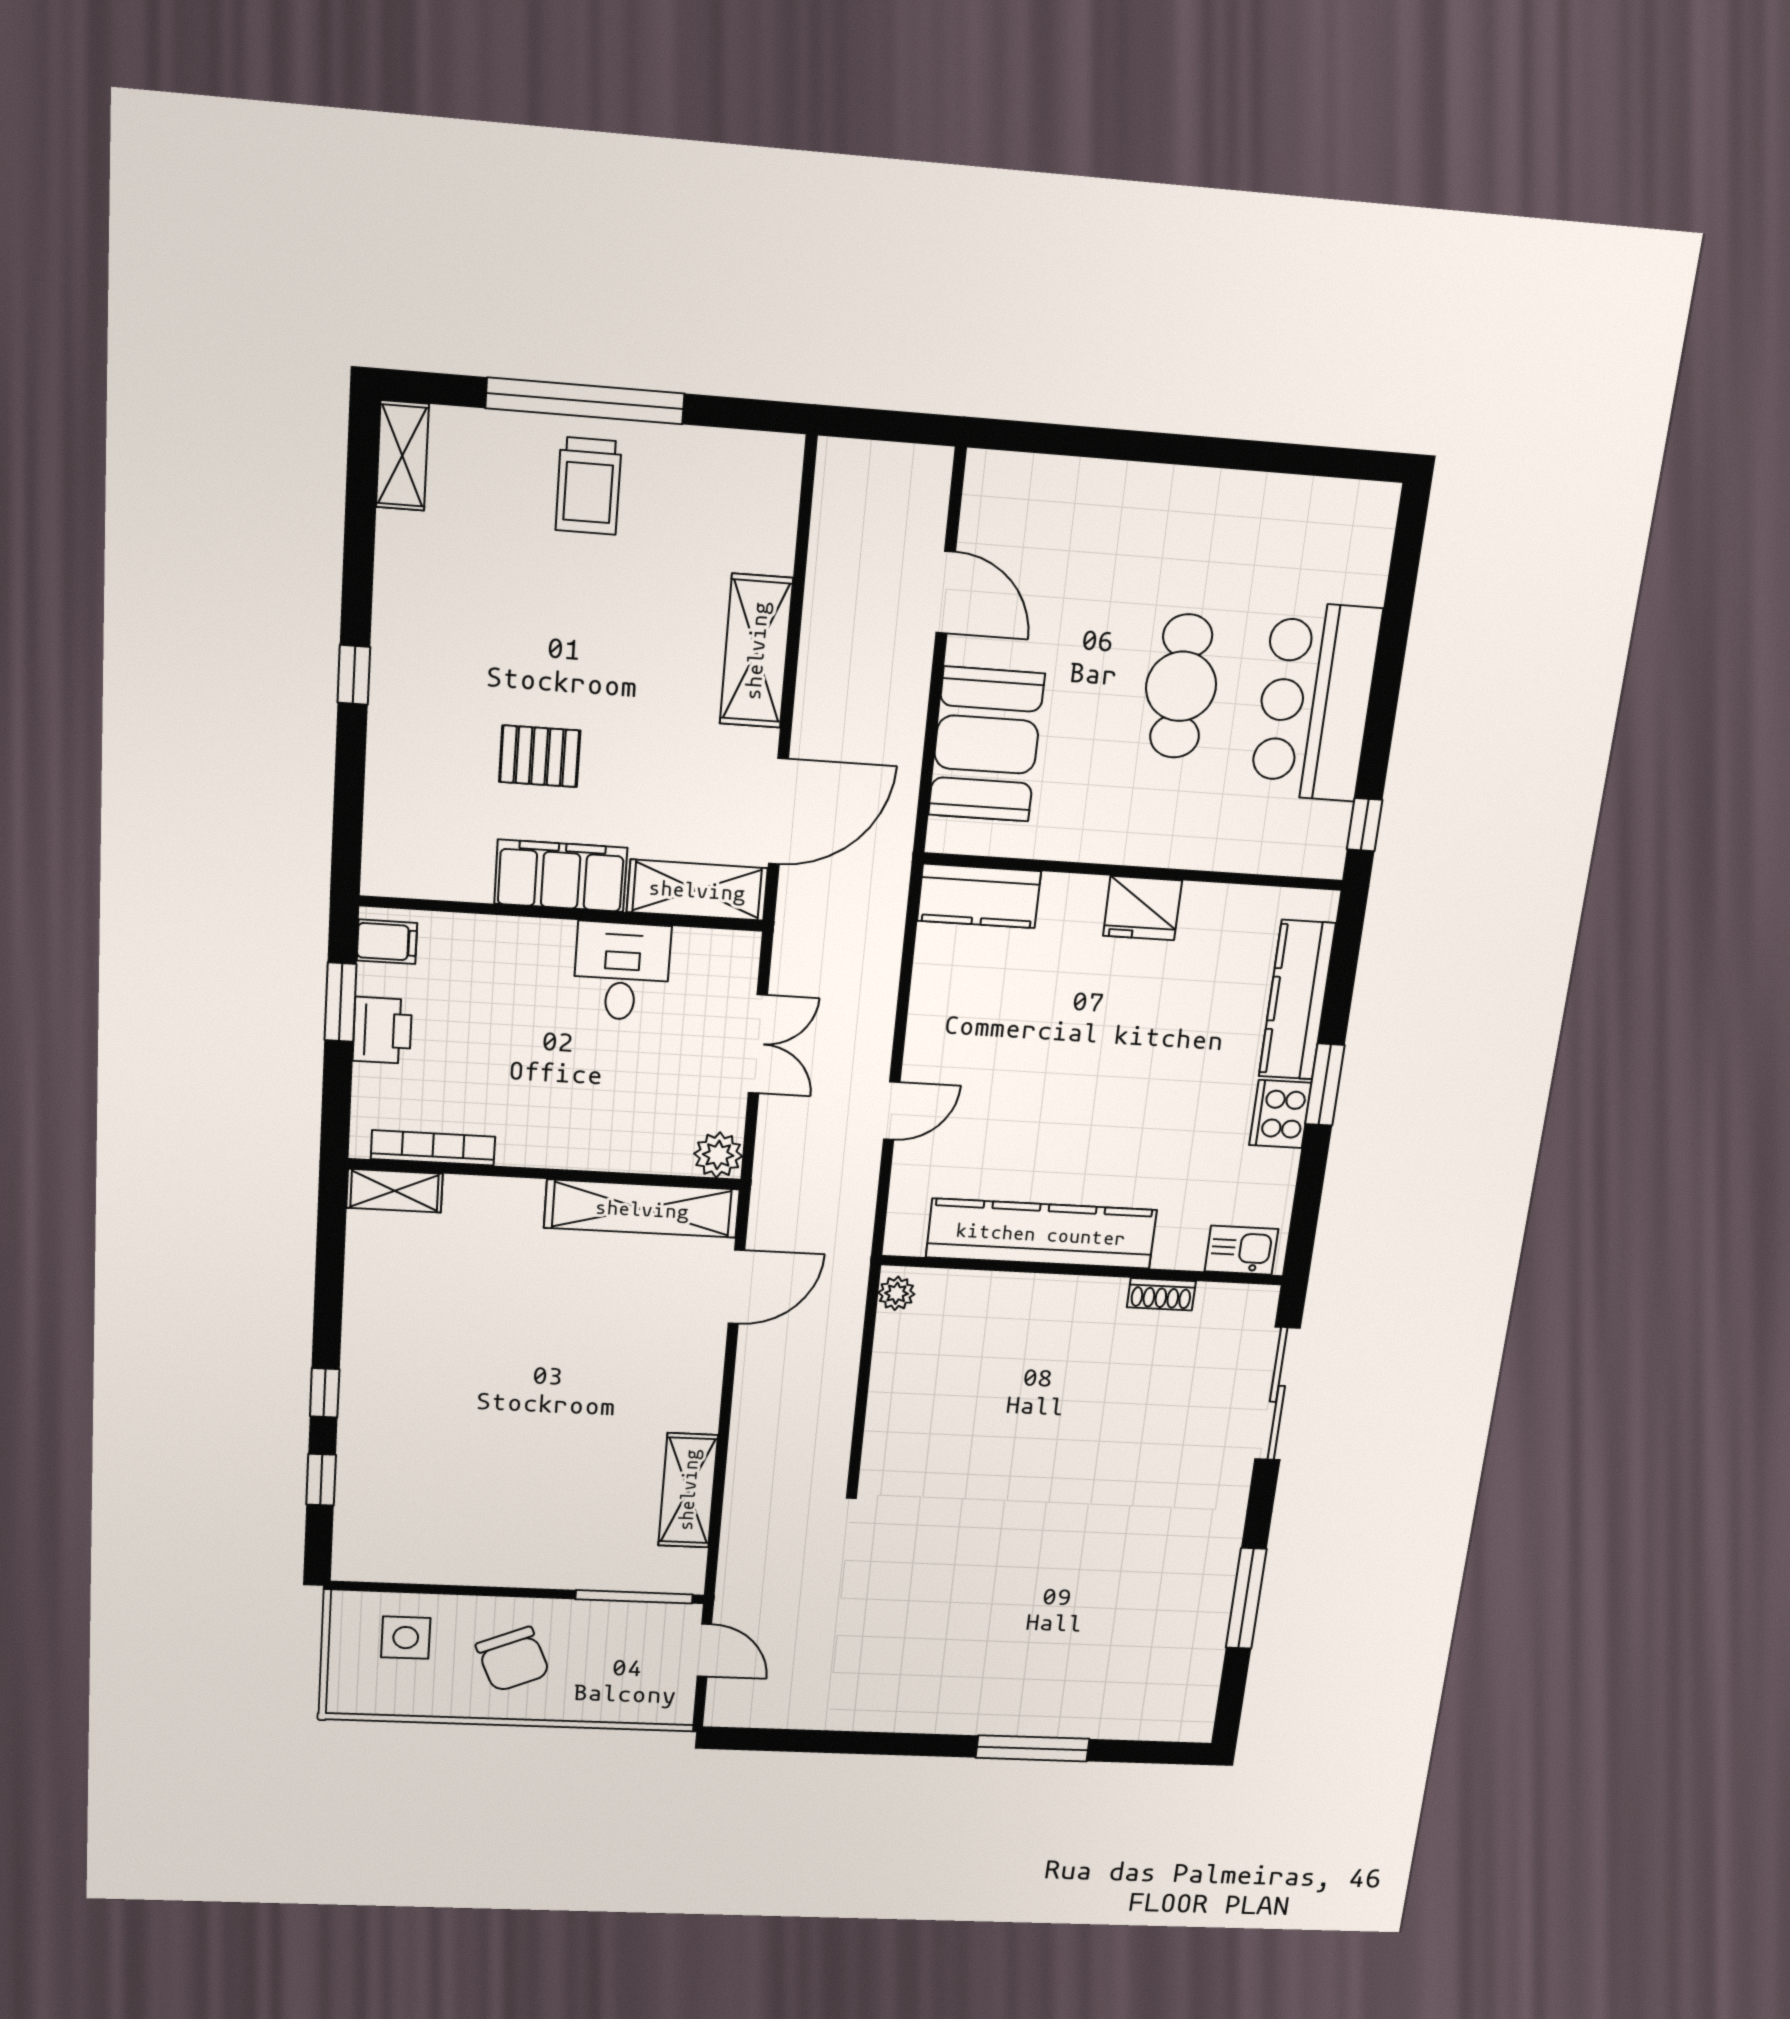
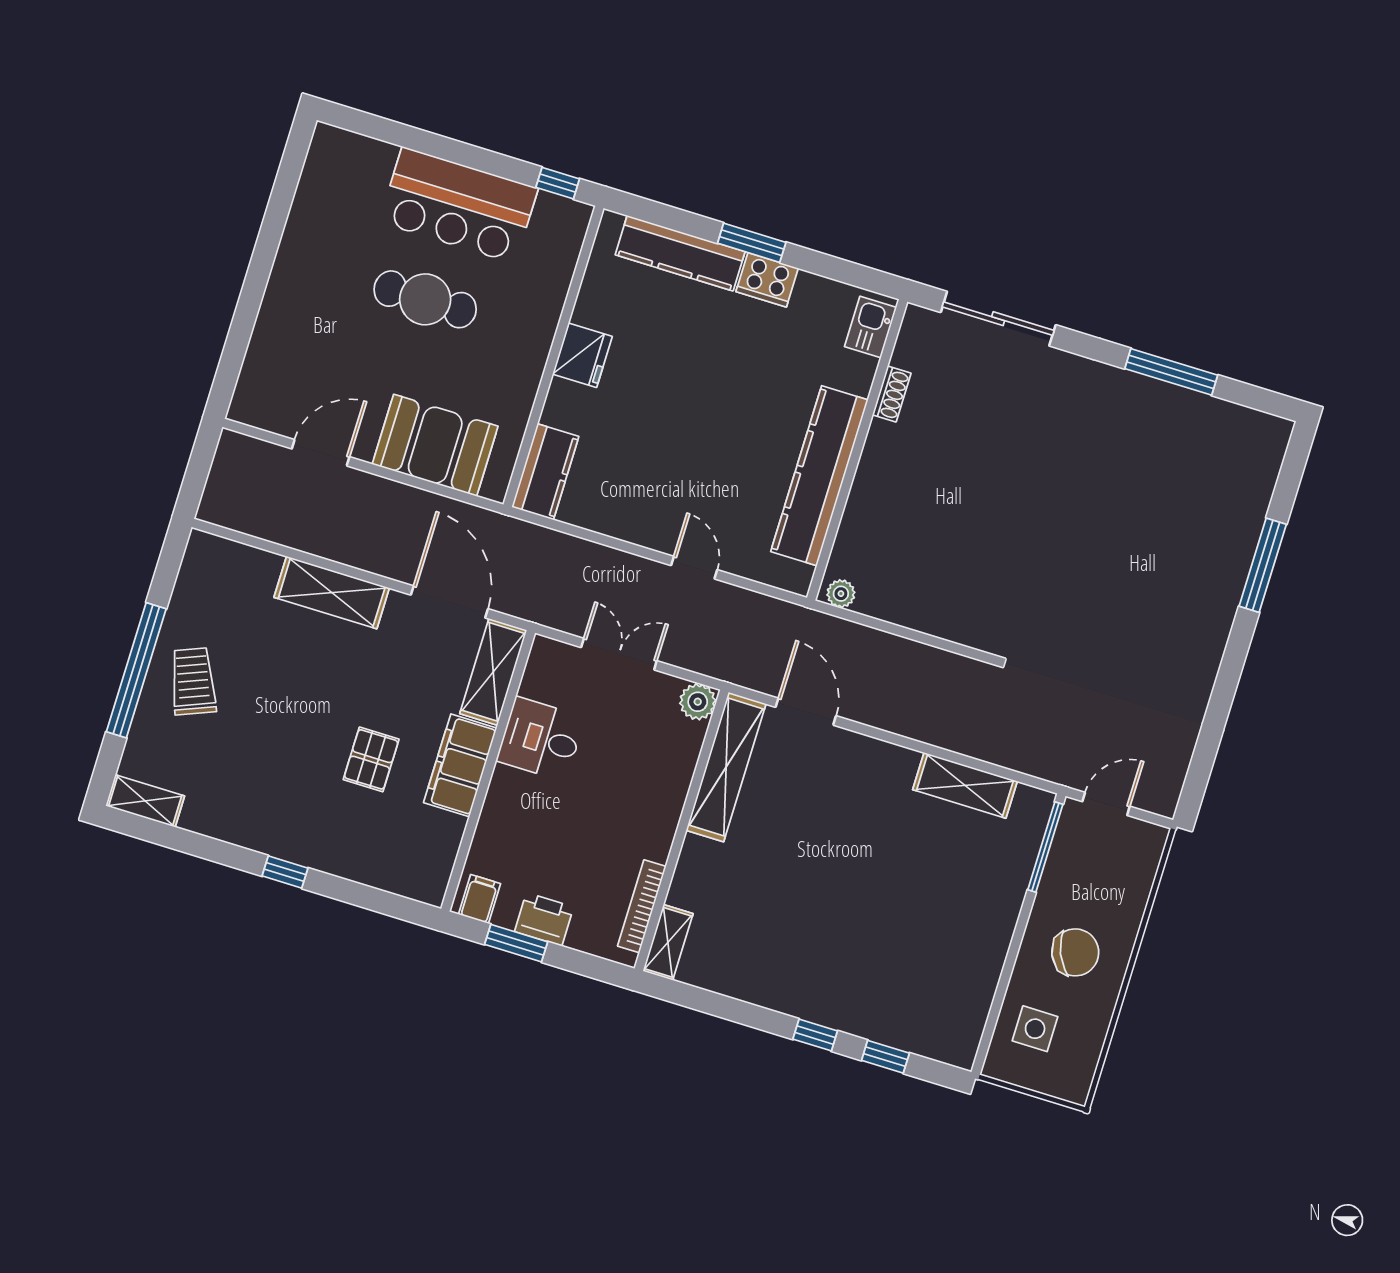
trolley: (589, 486) -> (193, 681), turned -112

